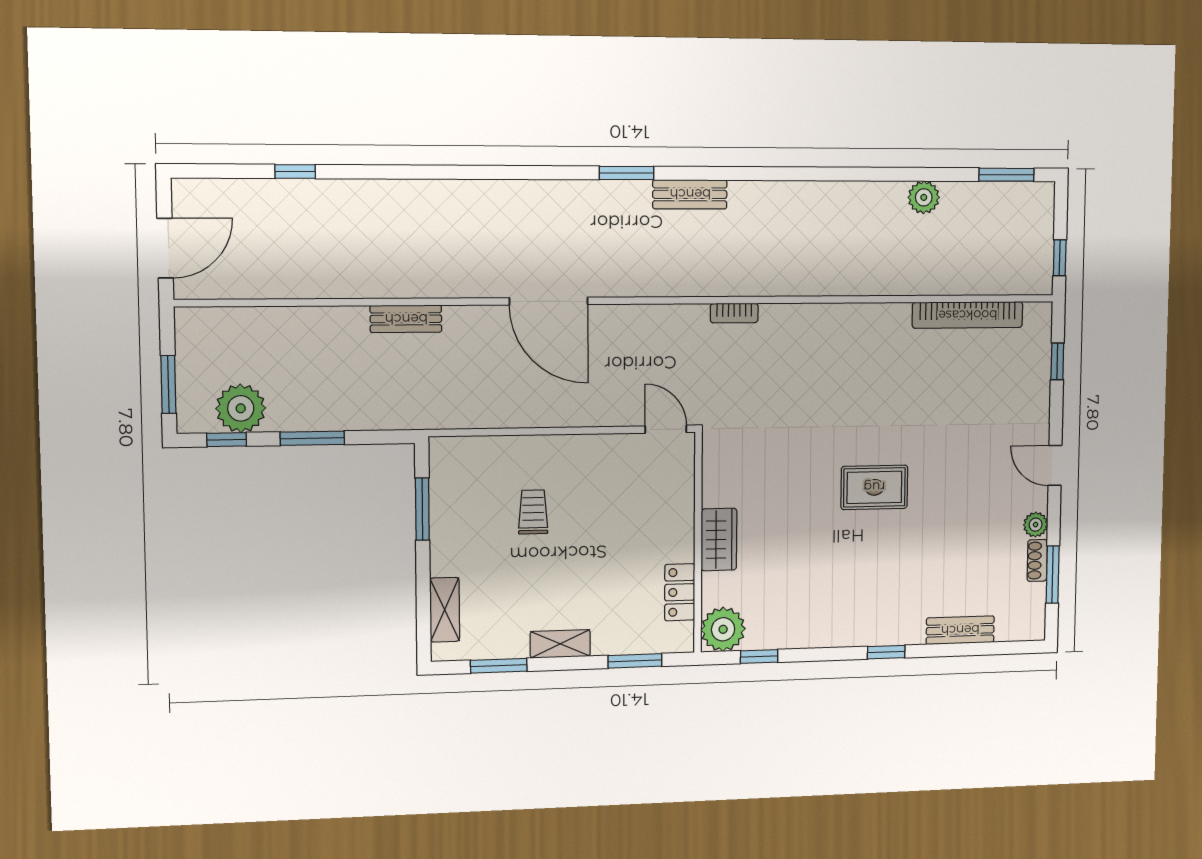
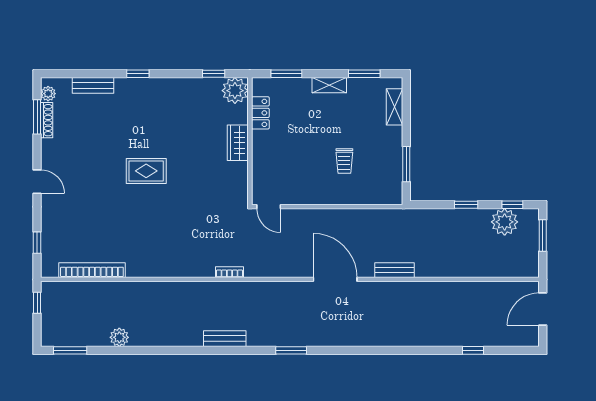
bench: (690, 194) -> (225, 339), moved
bench: (406, 319) -> (395, 270), moved
window: (312, 438) -> (466, 205), width x0.67
plant: (1036, 525) -> (48, 94), moved
shoe rack: (1037, 560) -> (47, 120), width x1.43

